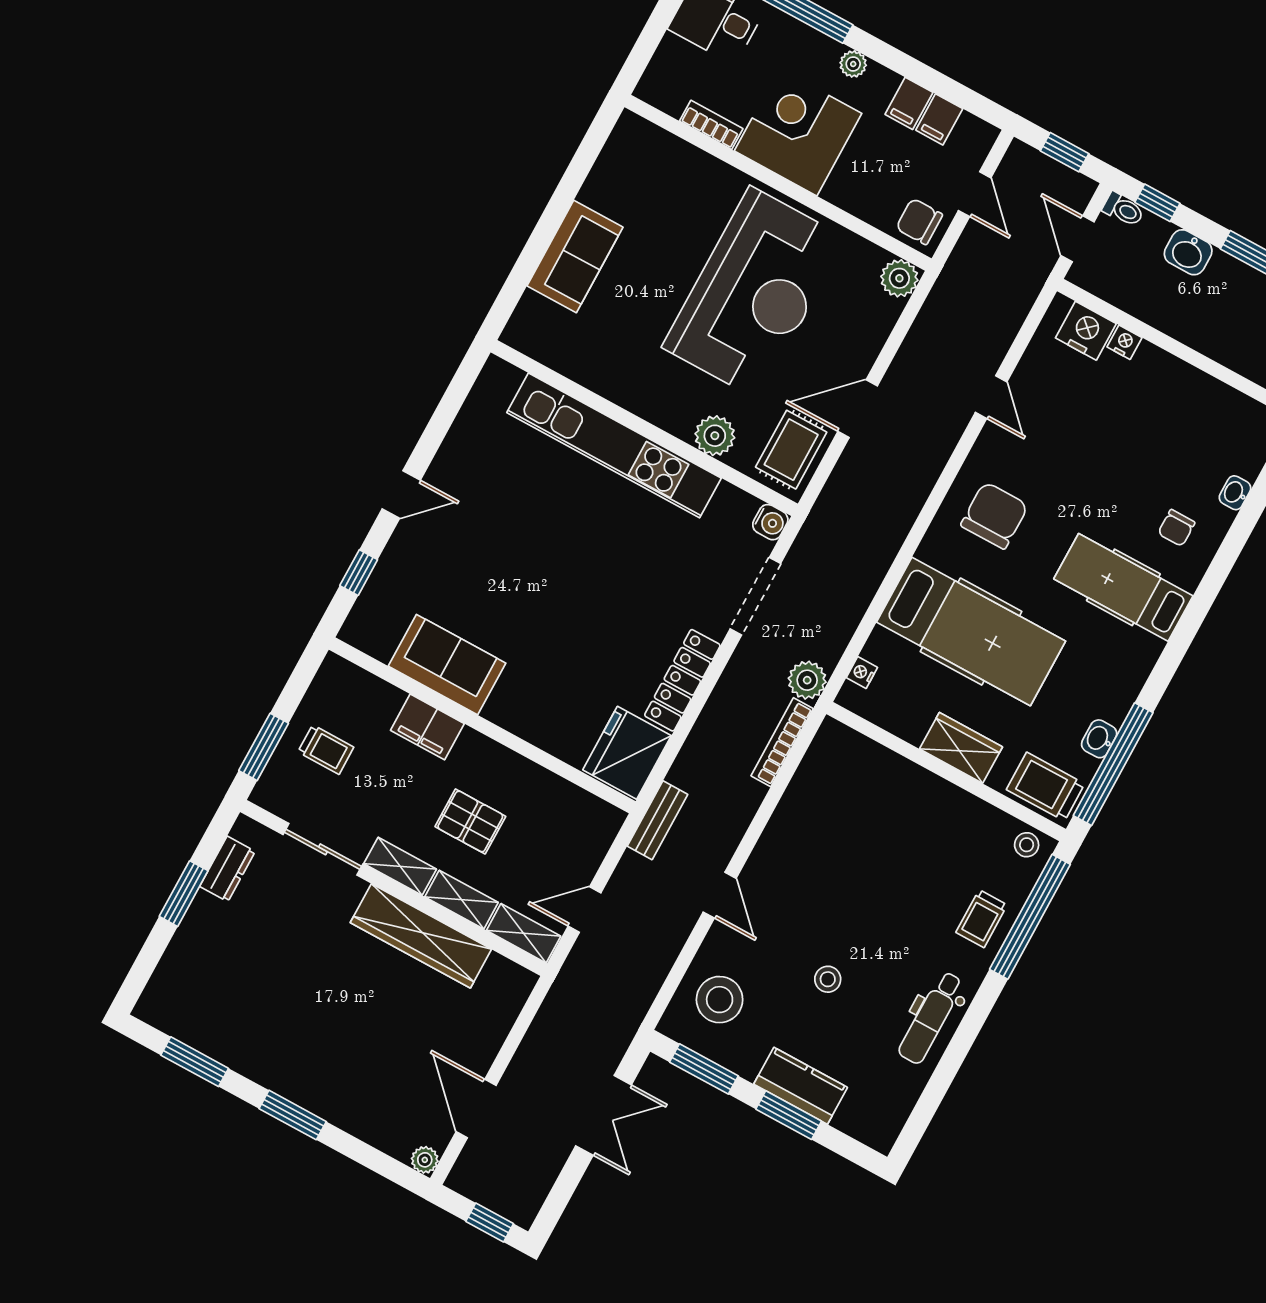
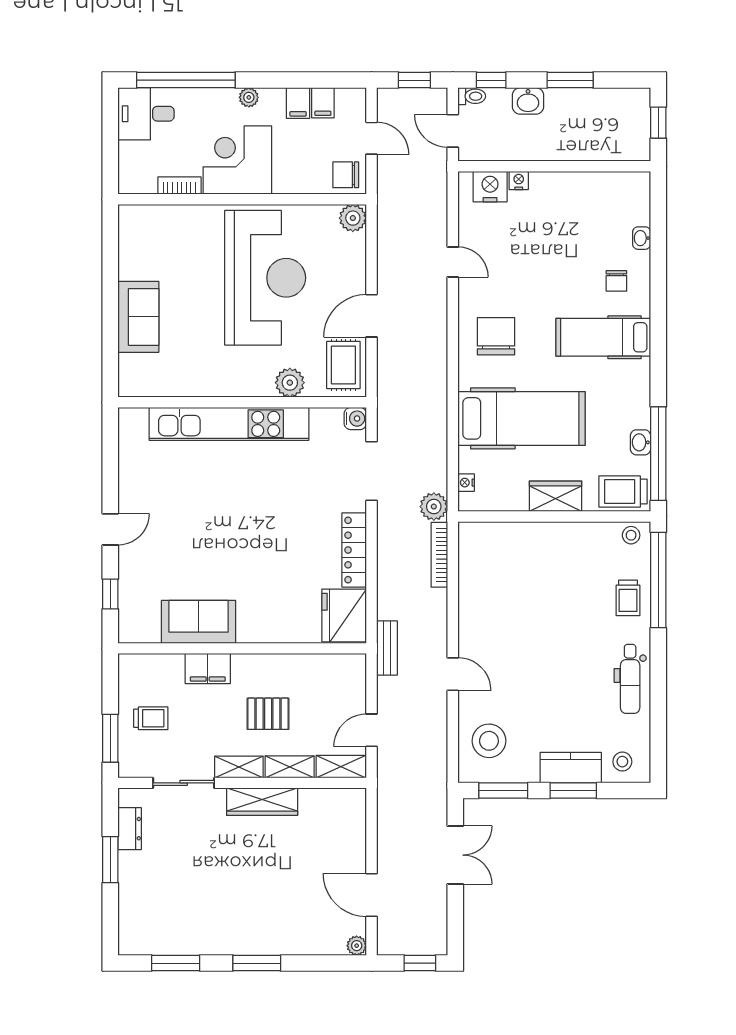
wardrobe: (421, 936) -> (262, 802), width x0.71, depth x0.85
stool: (828, 979) -> (622, 762), moved

